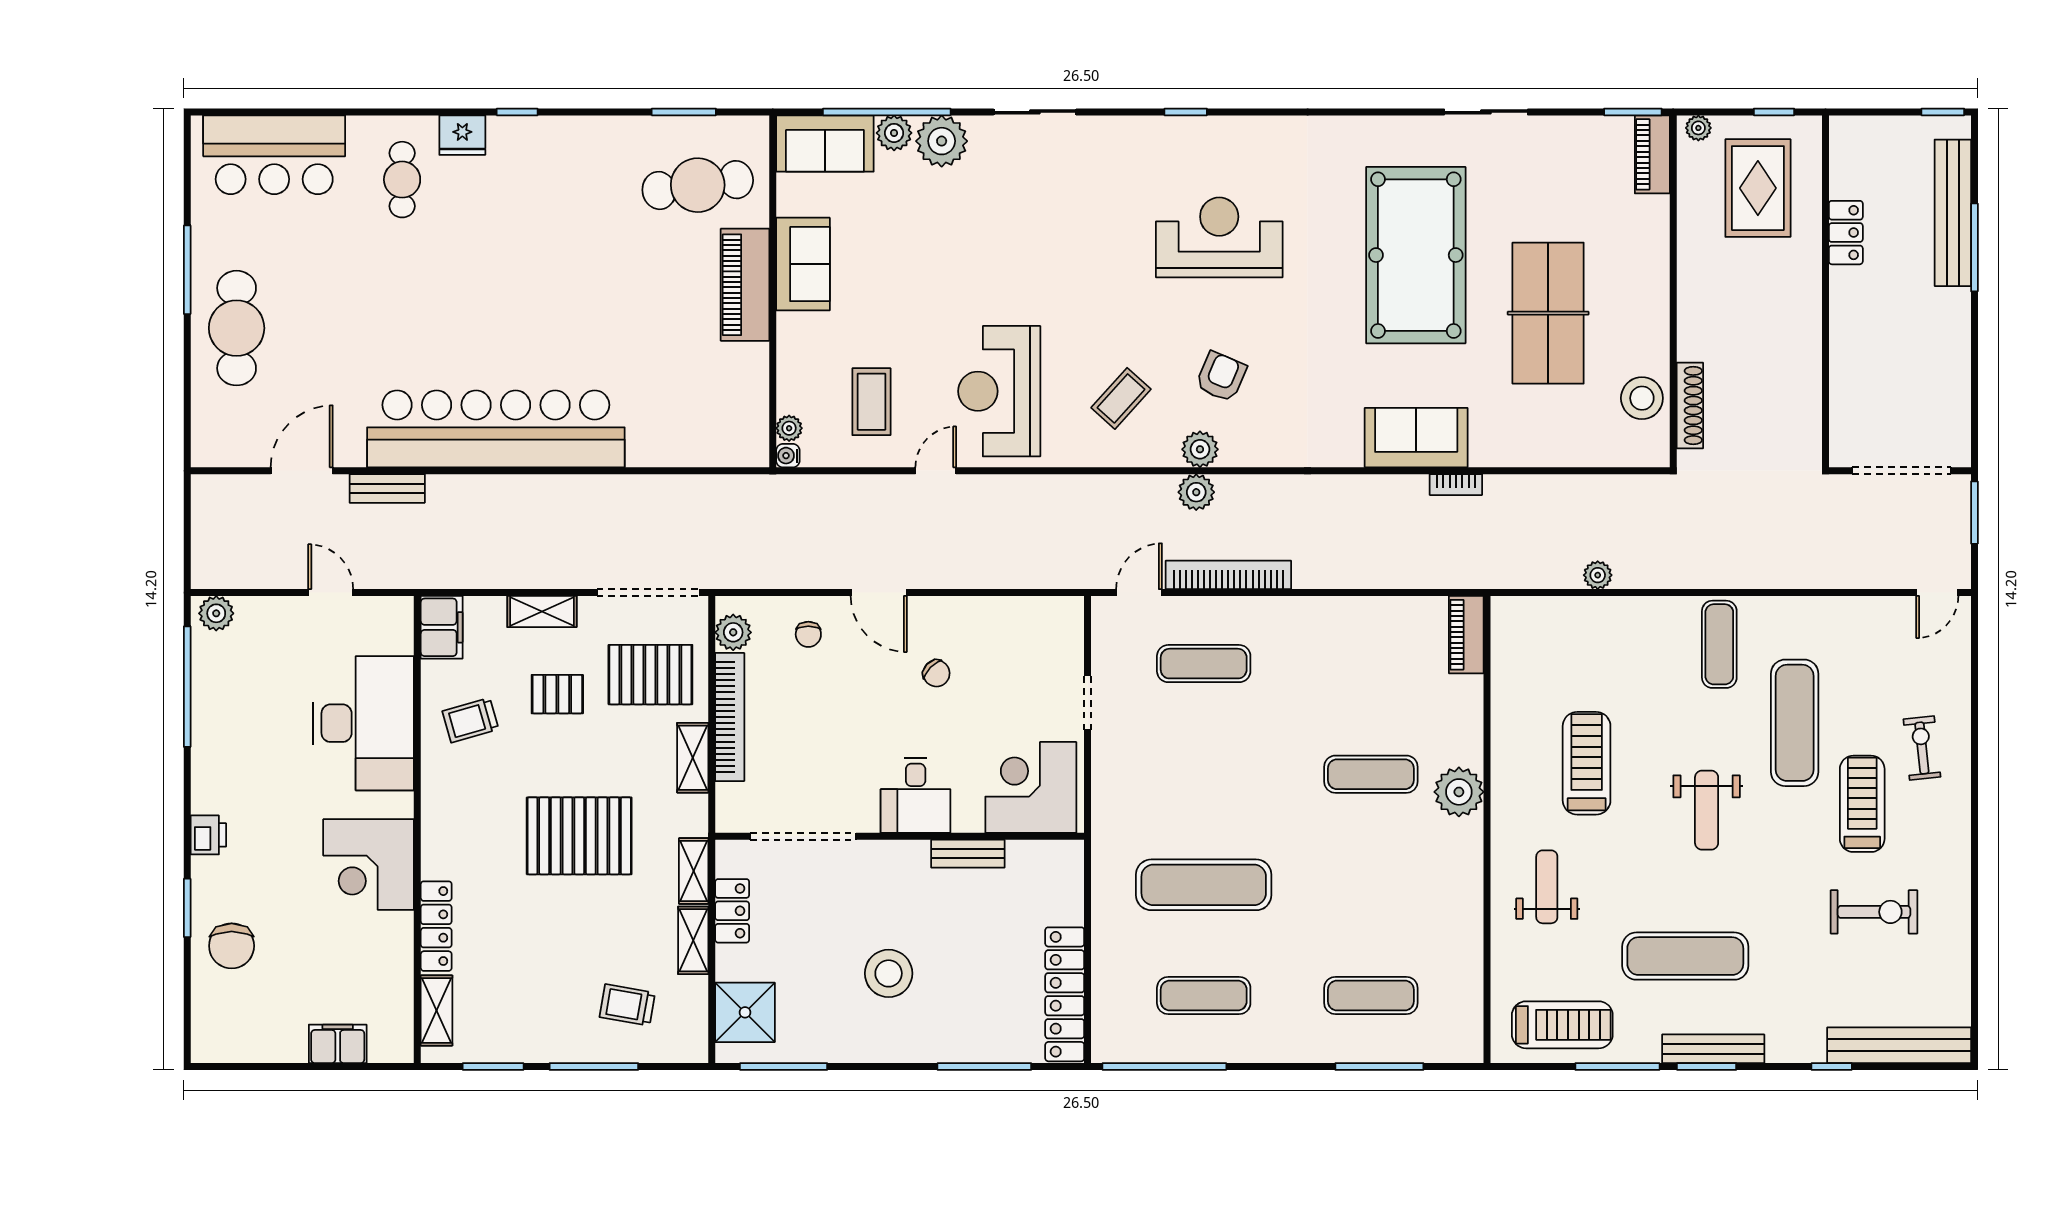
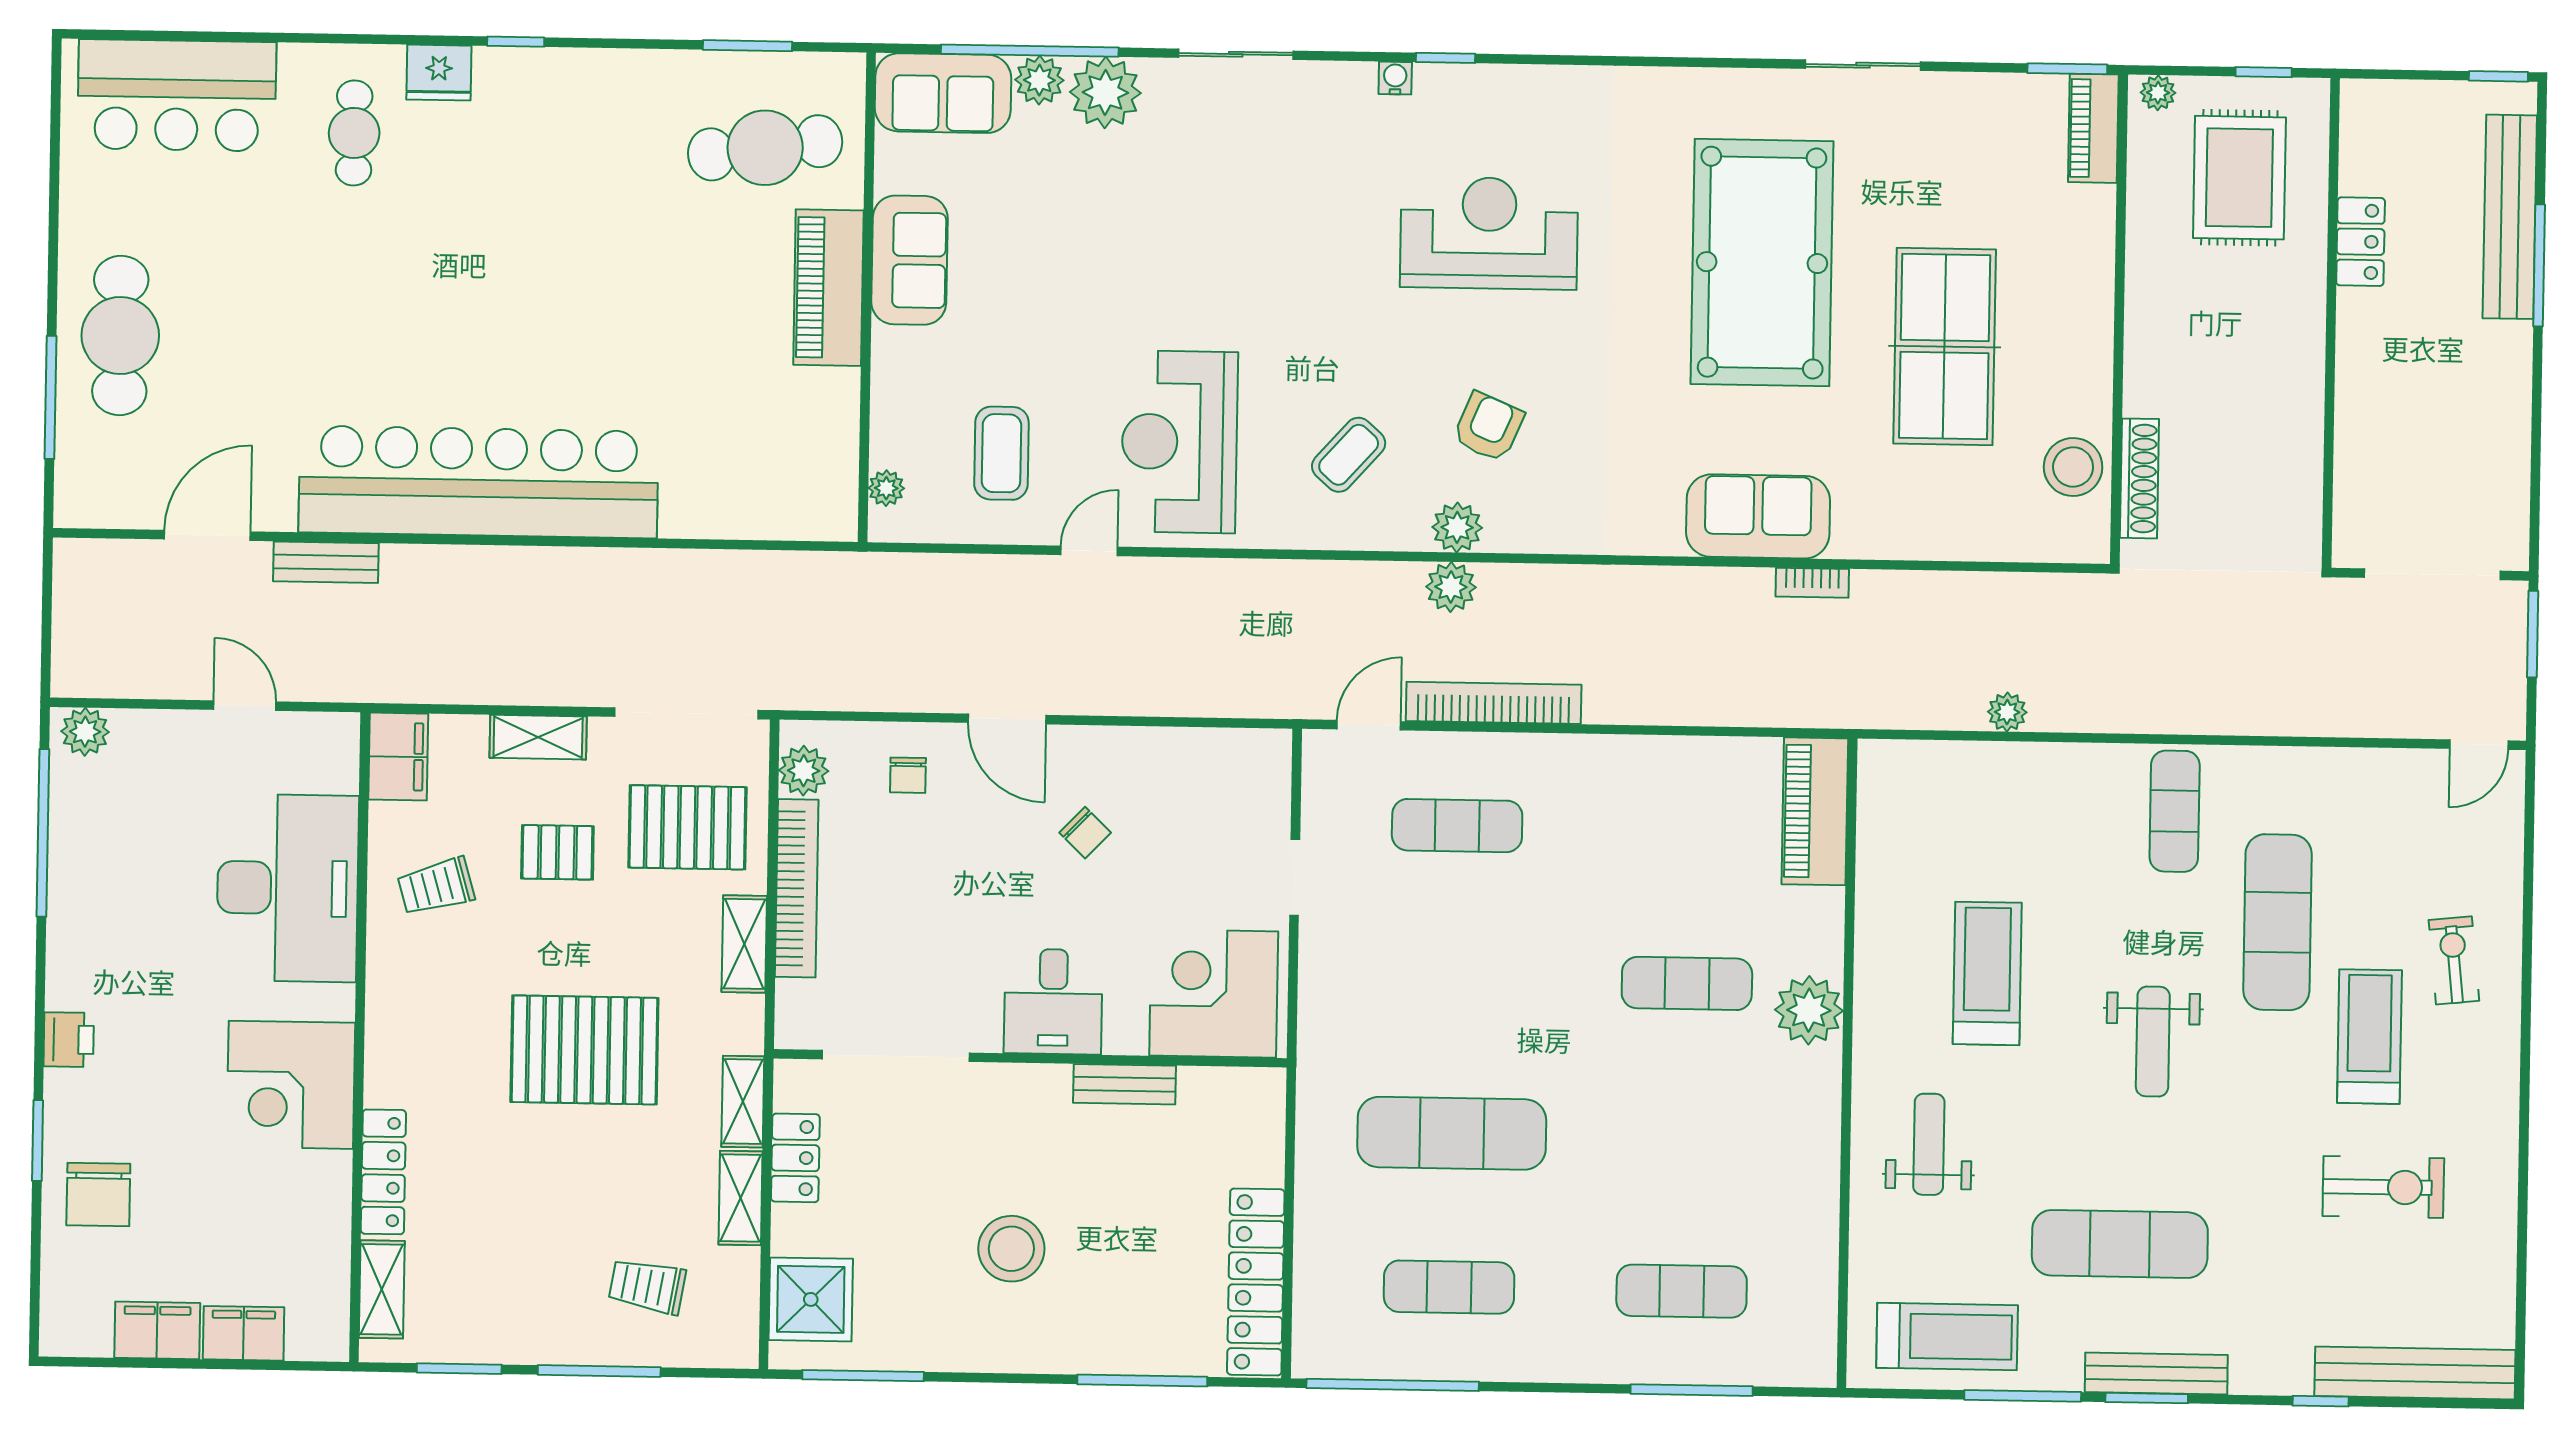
window: (187, 270) -> (50, 397), moved
water cooler: (788, 456) -> (1395, 78), moved, turned 90
piano: (1466, 635) -> (1815, 811), width x1.37, depth x1.33
filing cabinet: (276, 1043) -> (157, 1330), added

